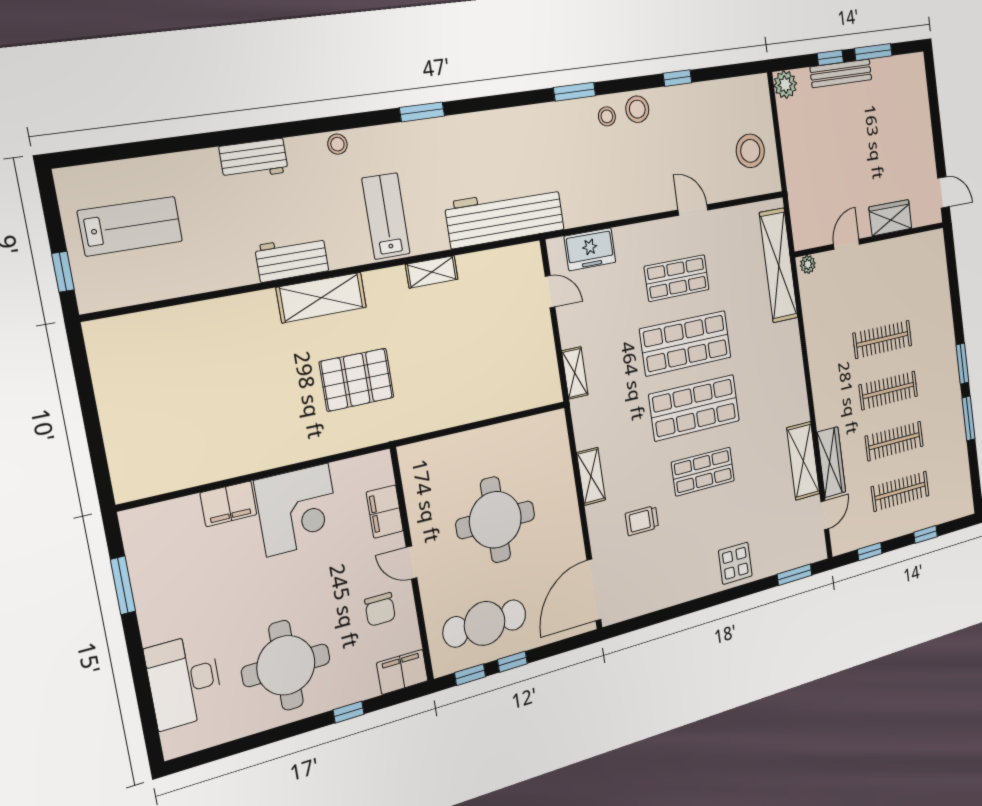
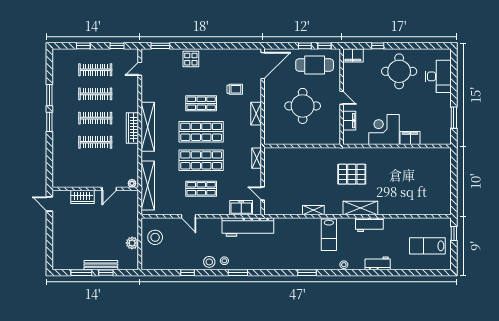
plant: (785, 85) -> (132, 243), moved
workbench: (505, 216) -> (248, 227), moved
shelving: (803, 461) -> (148, 127), moved, width x1.47
wardrobe: (831, 462) -> (132, 128), moved
chair: (380, 609) -> (358, 83), removed

